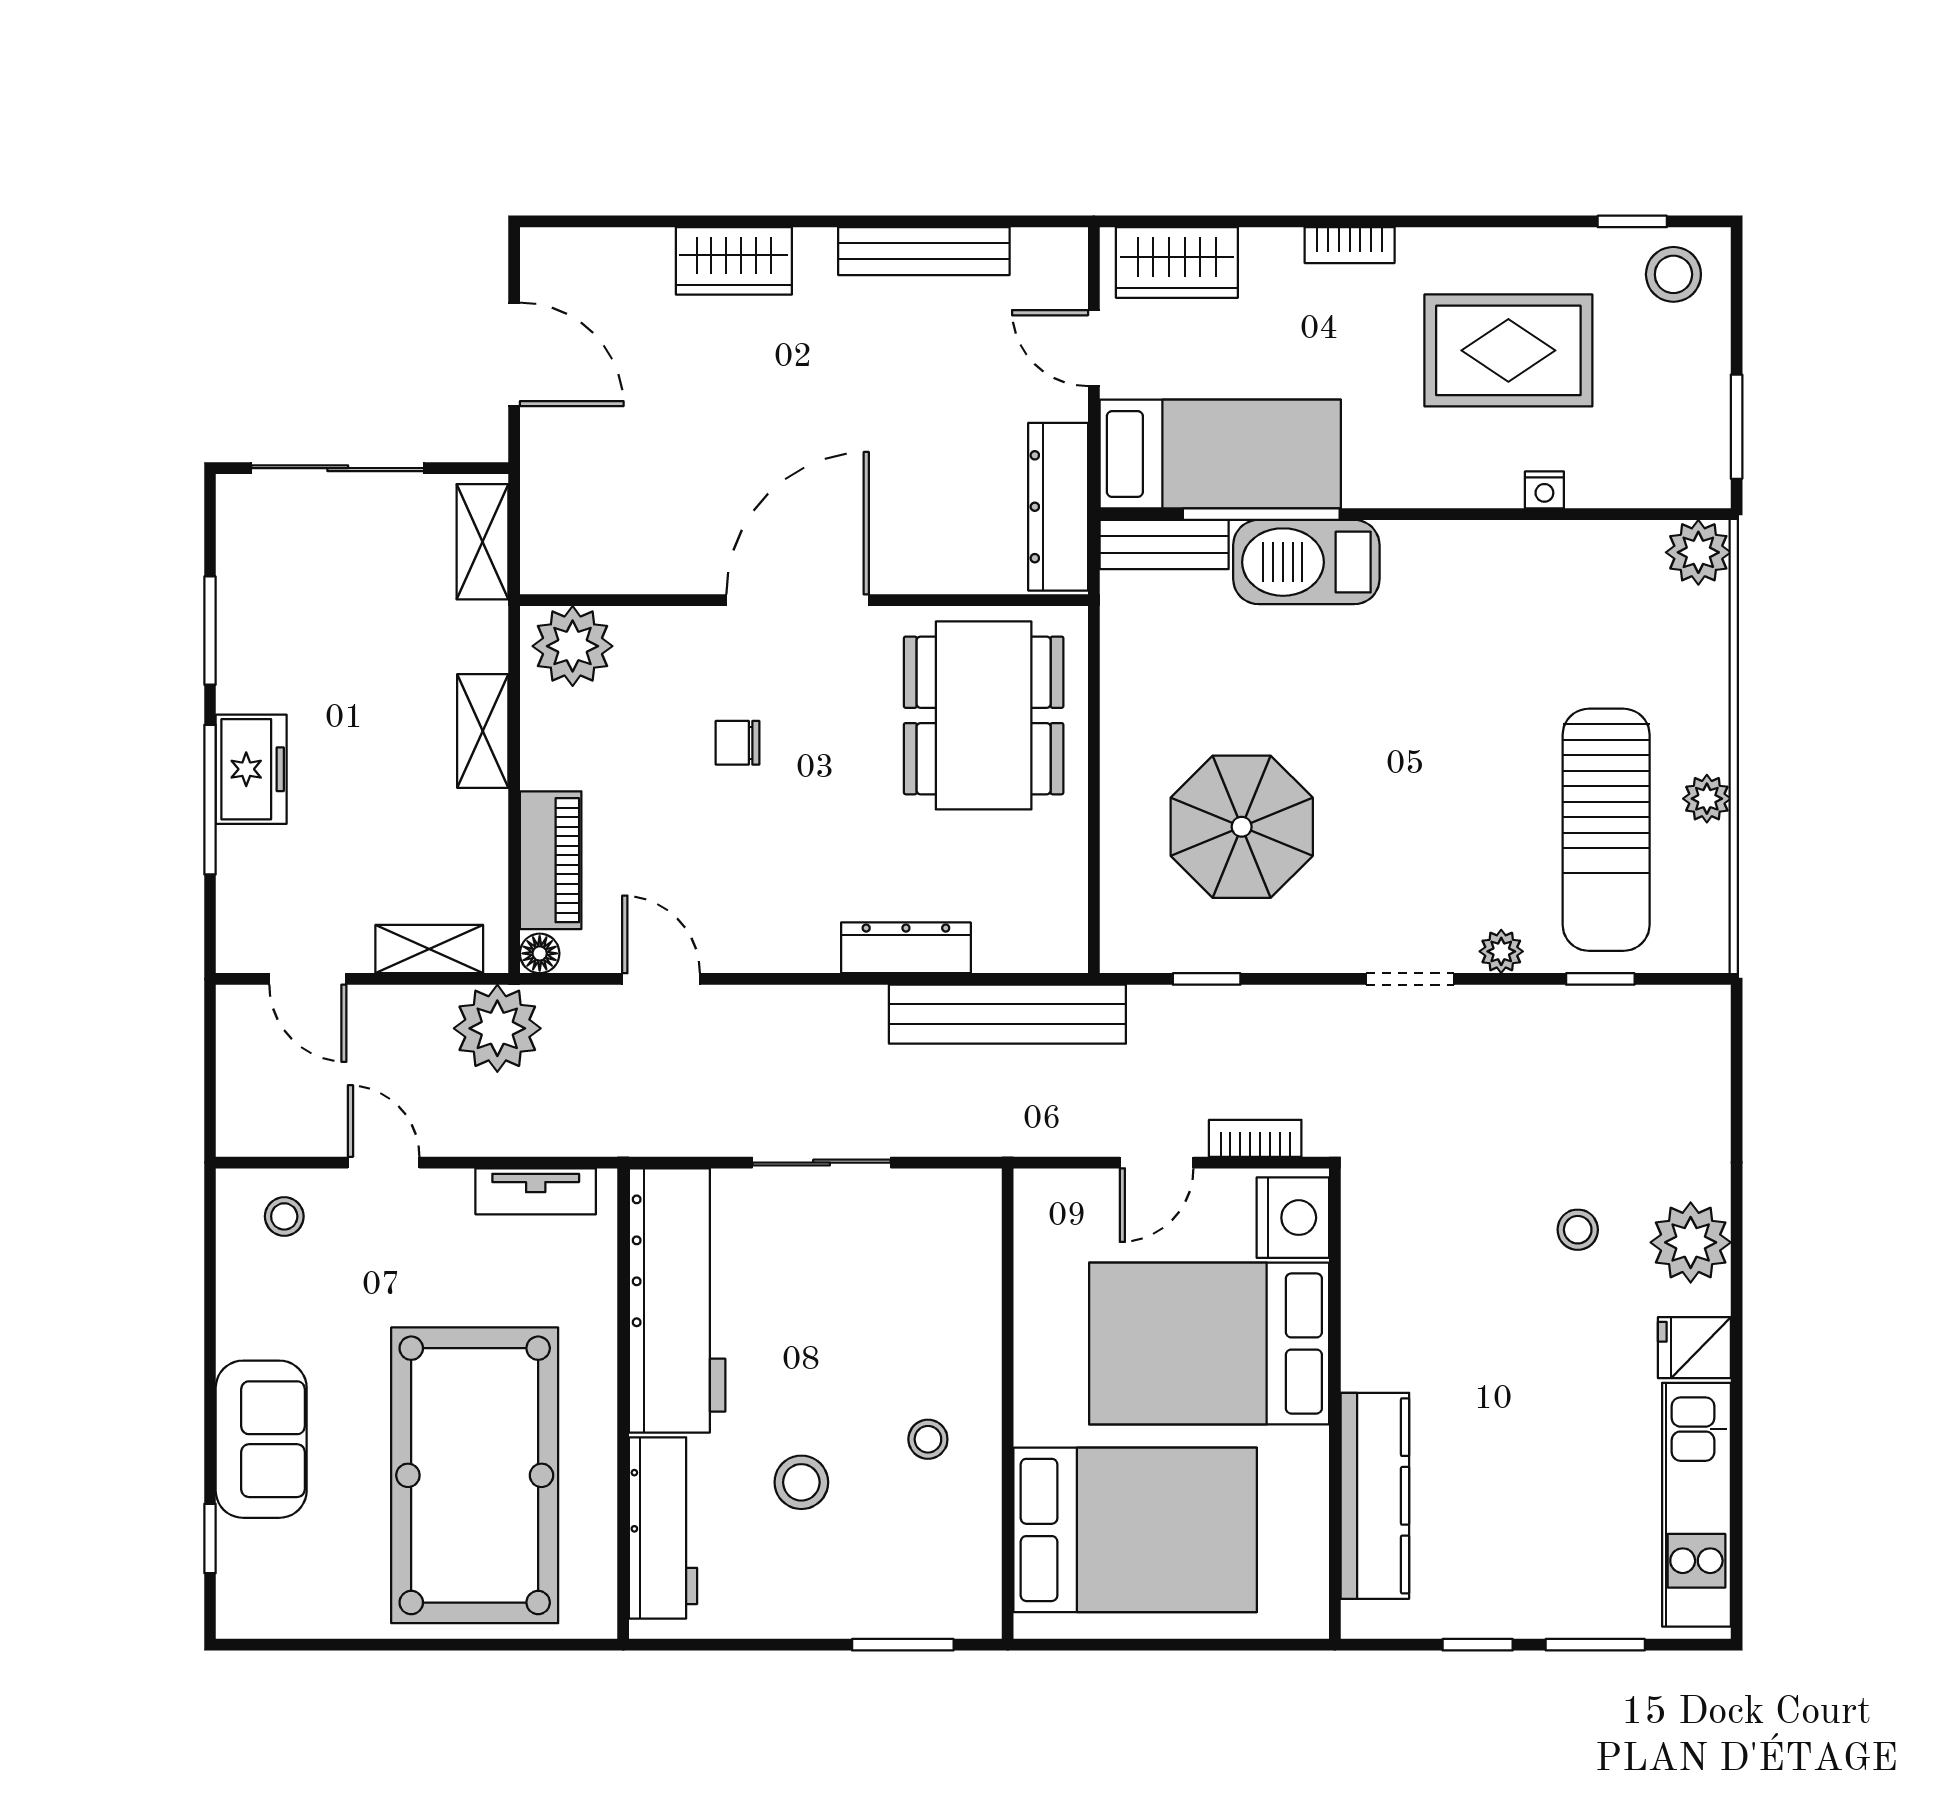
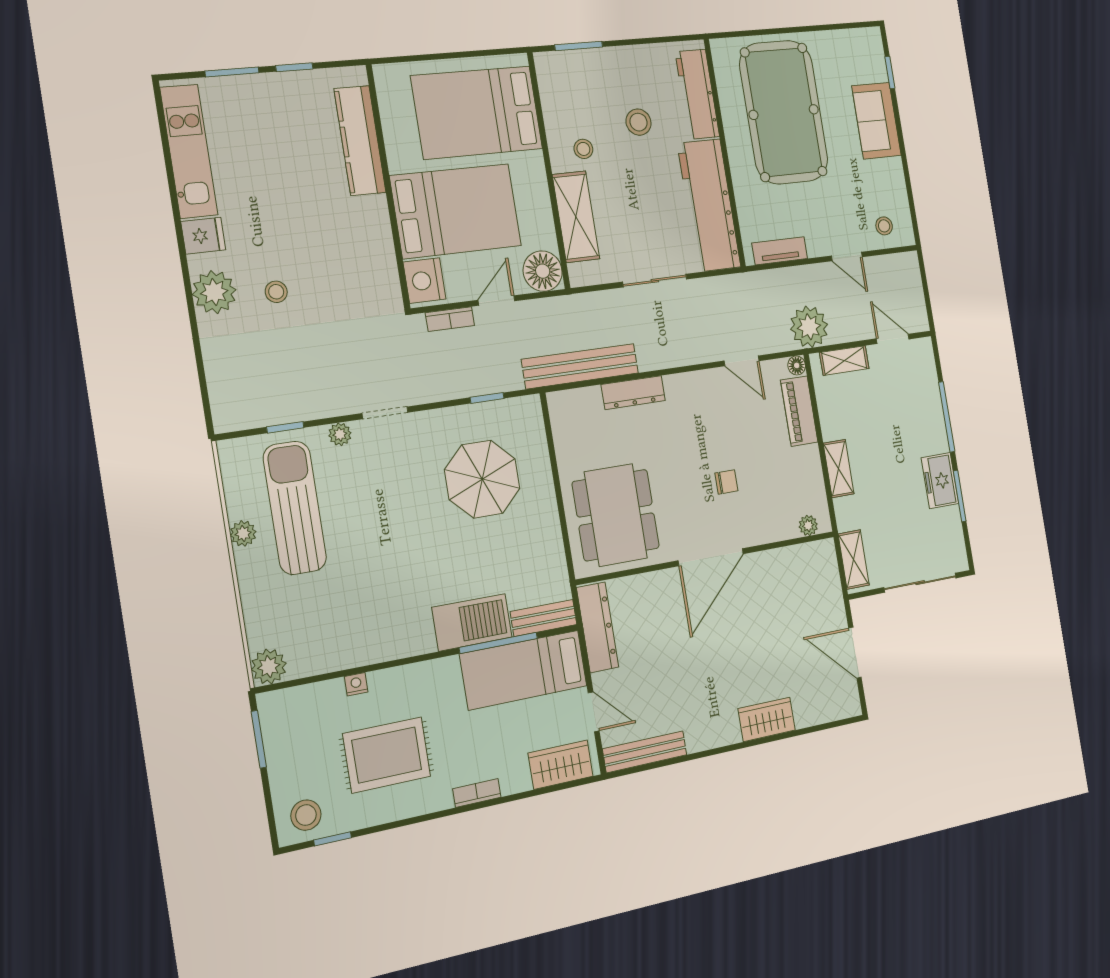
bench: (924, 251) -> (645, 752), moved
plant: (573, 646) -> (808, 525), width x0.53, depth x0.53
freezer: (251, 769) -> (940, 481), moved
floor lamp: (1053, 1208) -> (543, 271), added
shelving: (967, 1307) -> (576, 217), added

